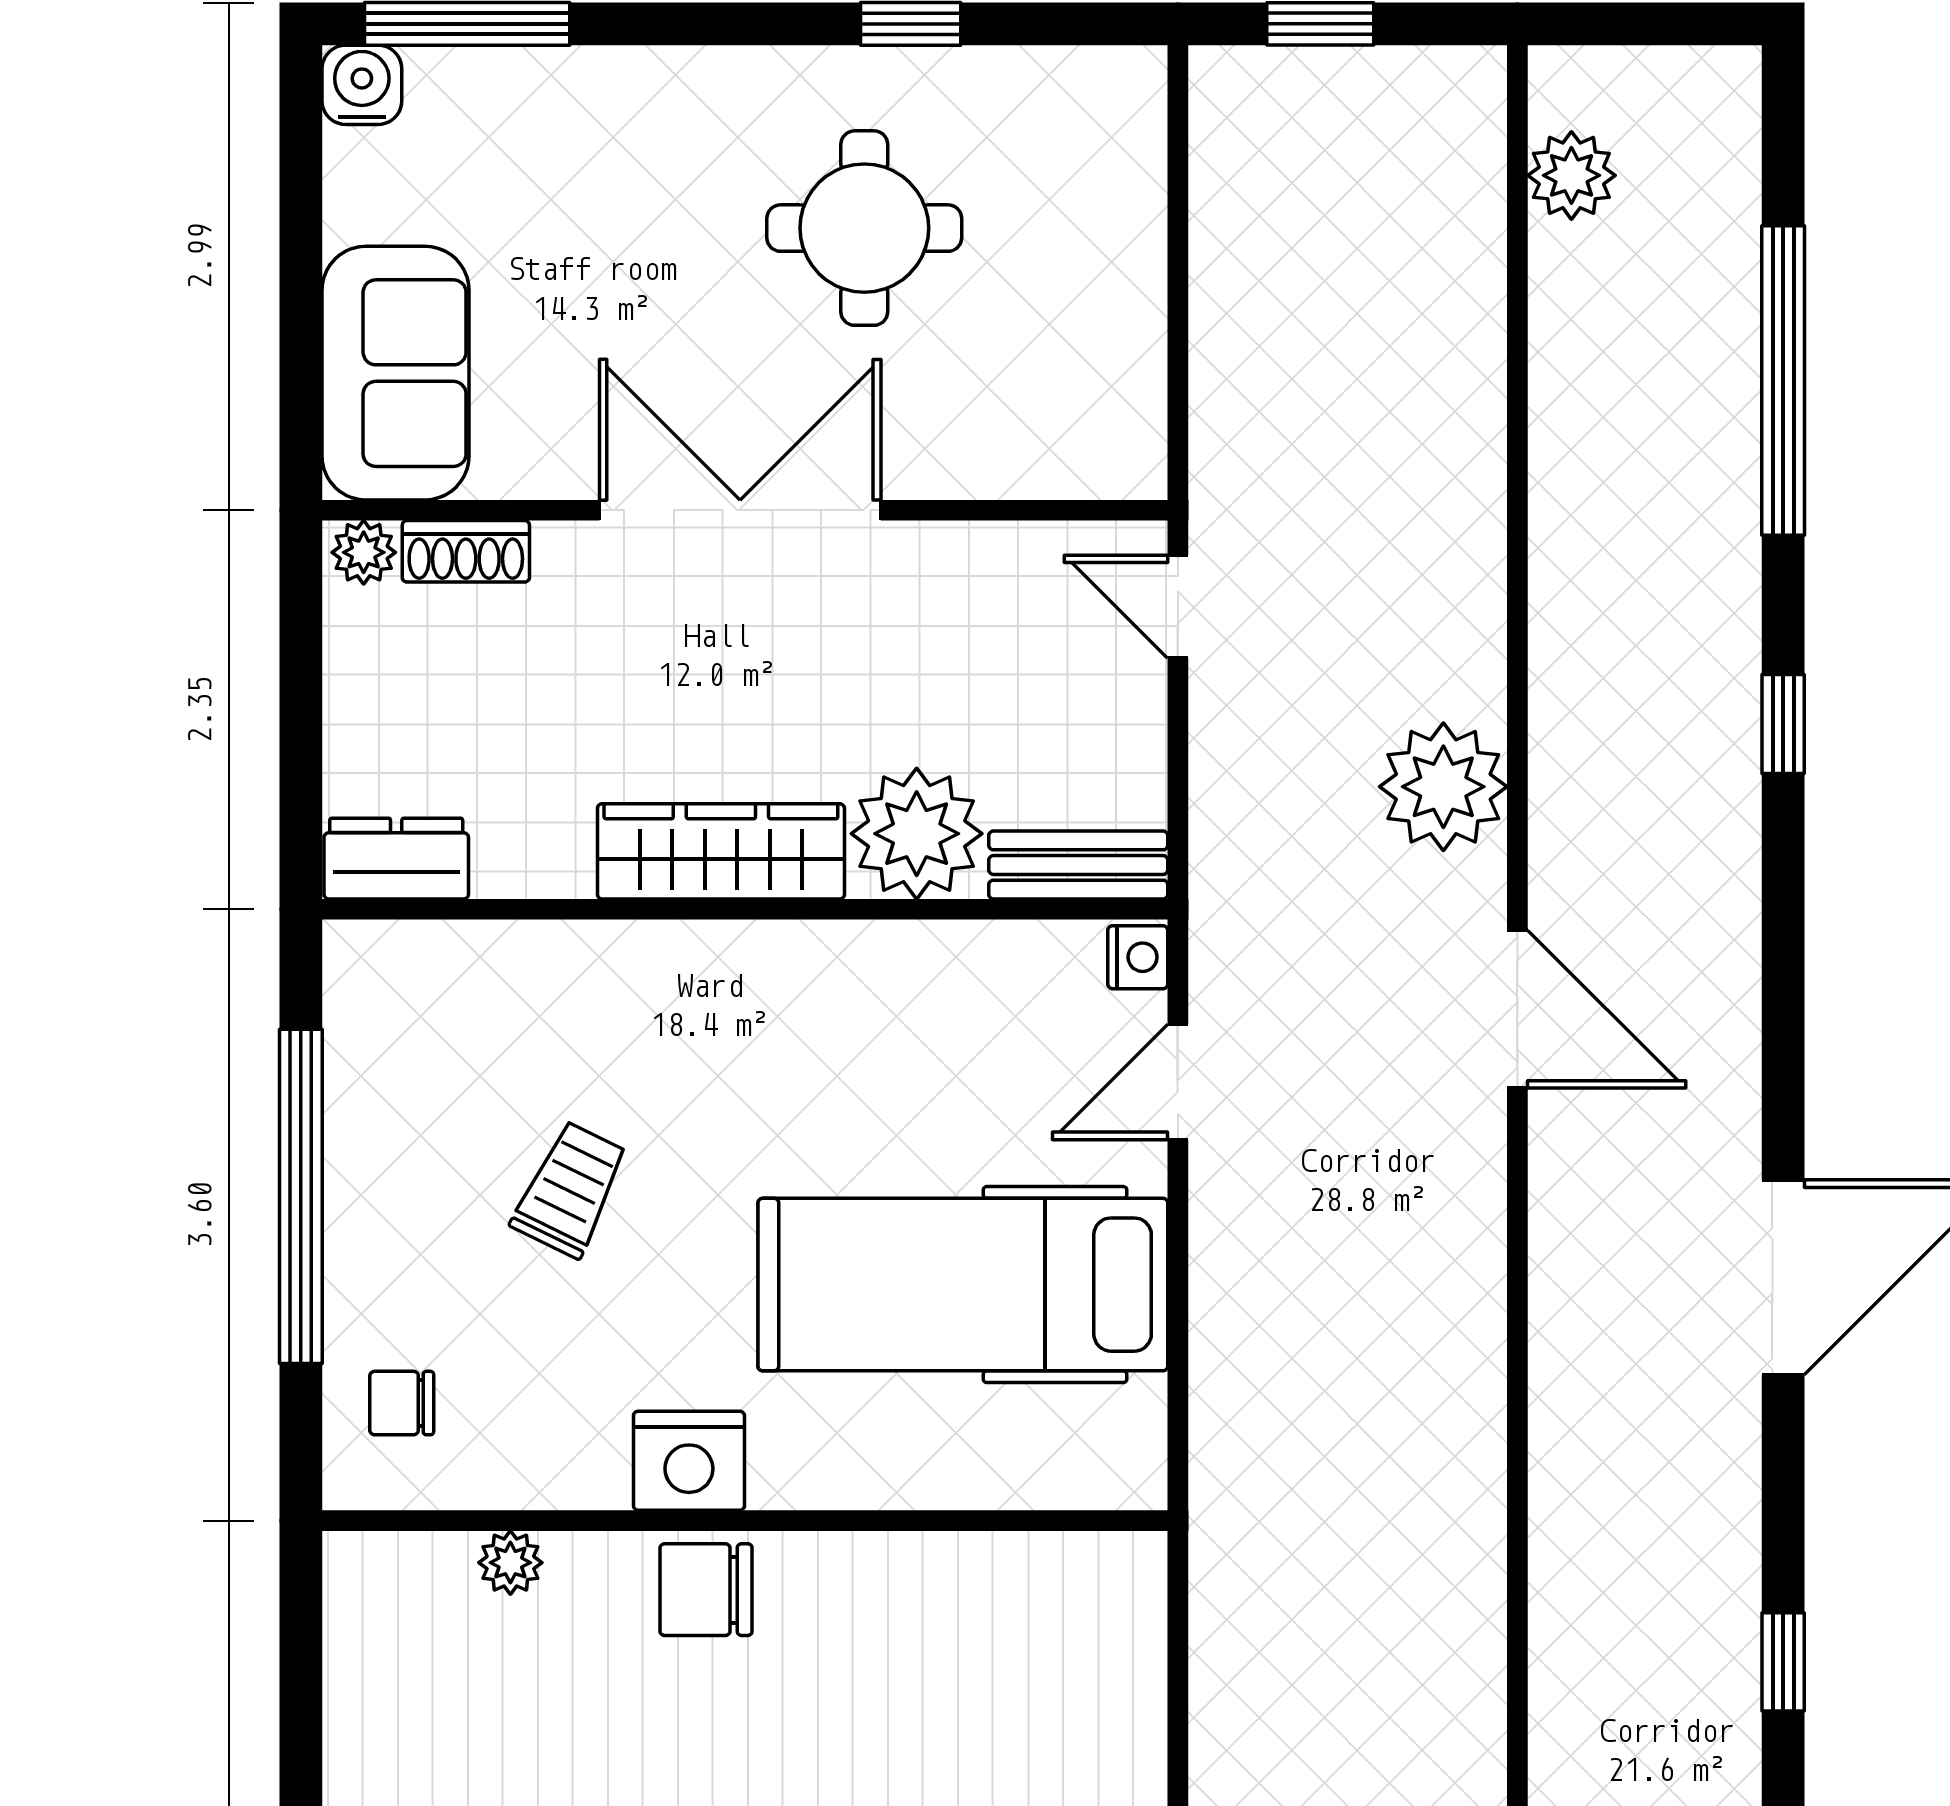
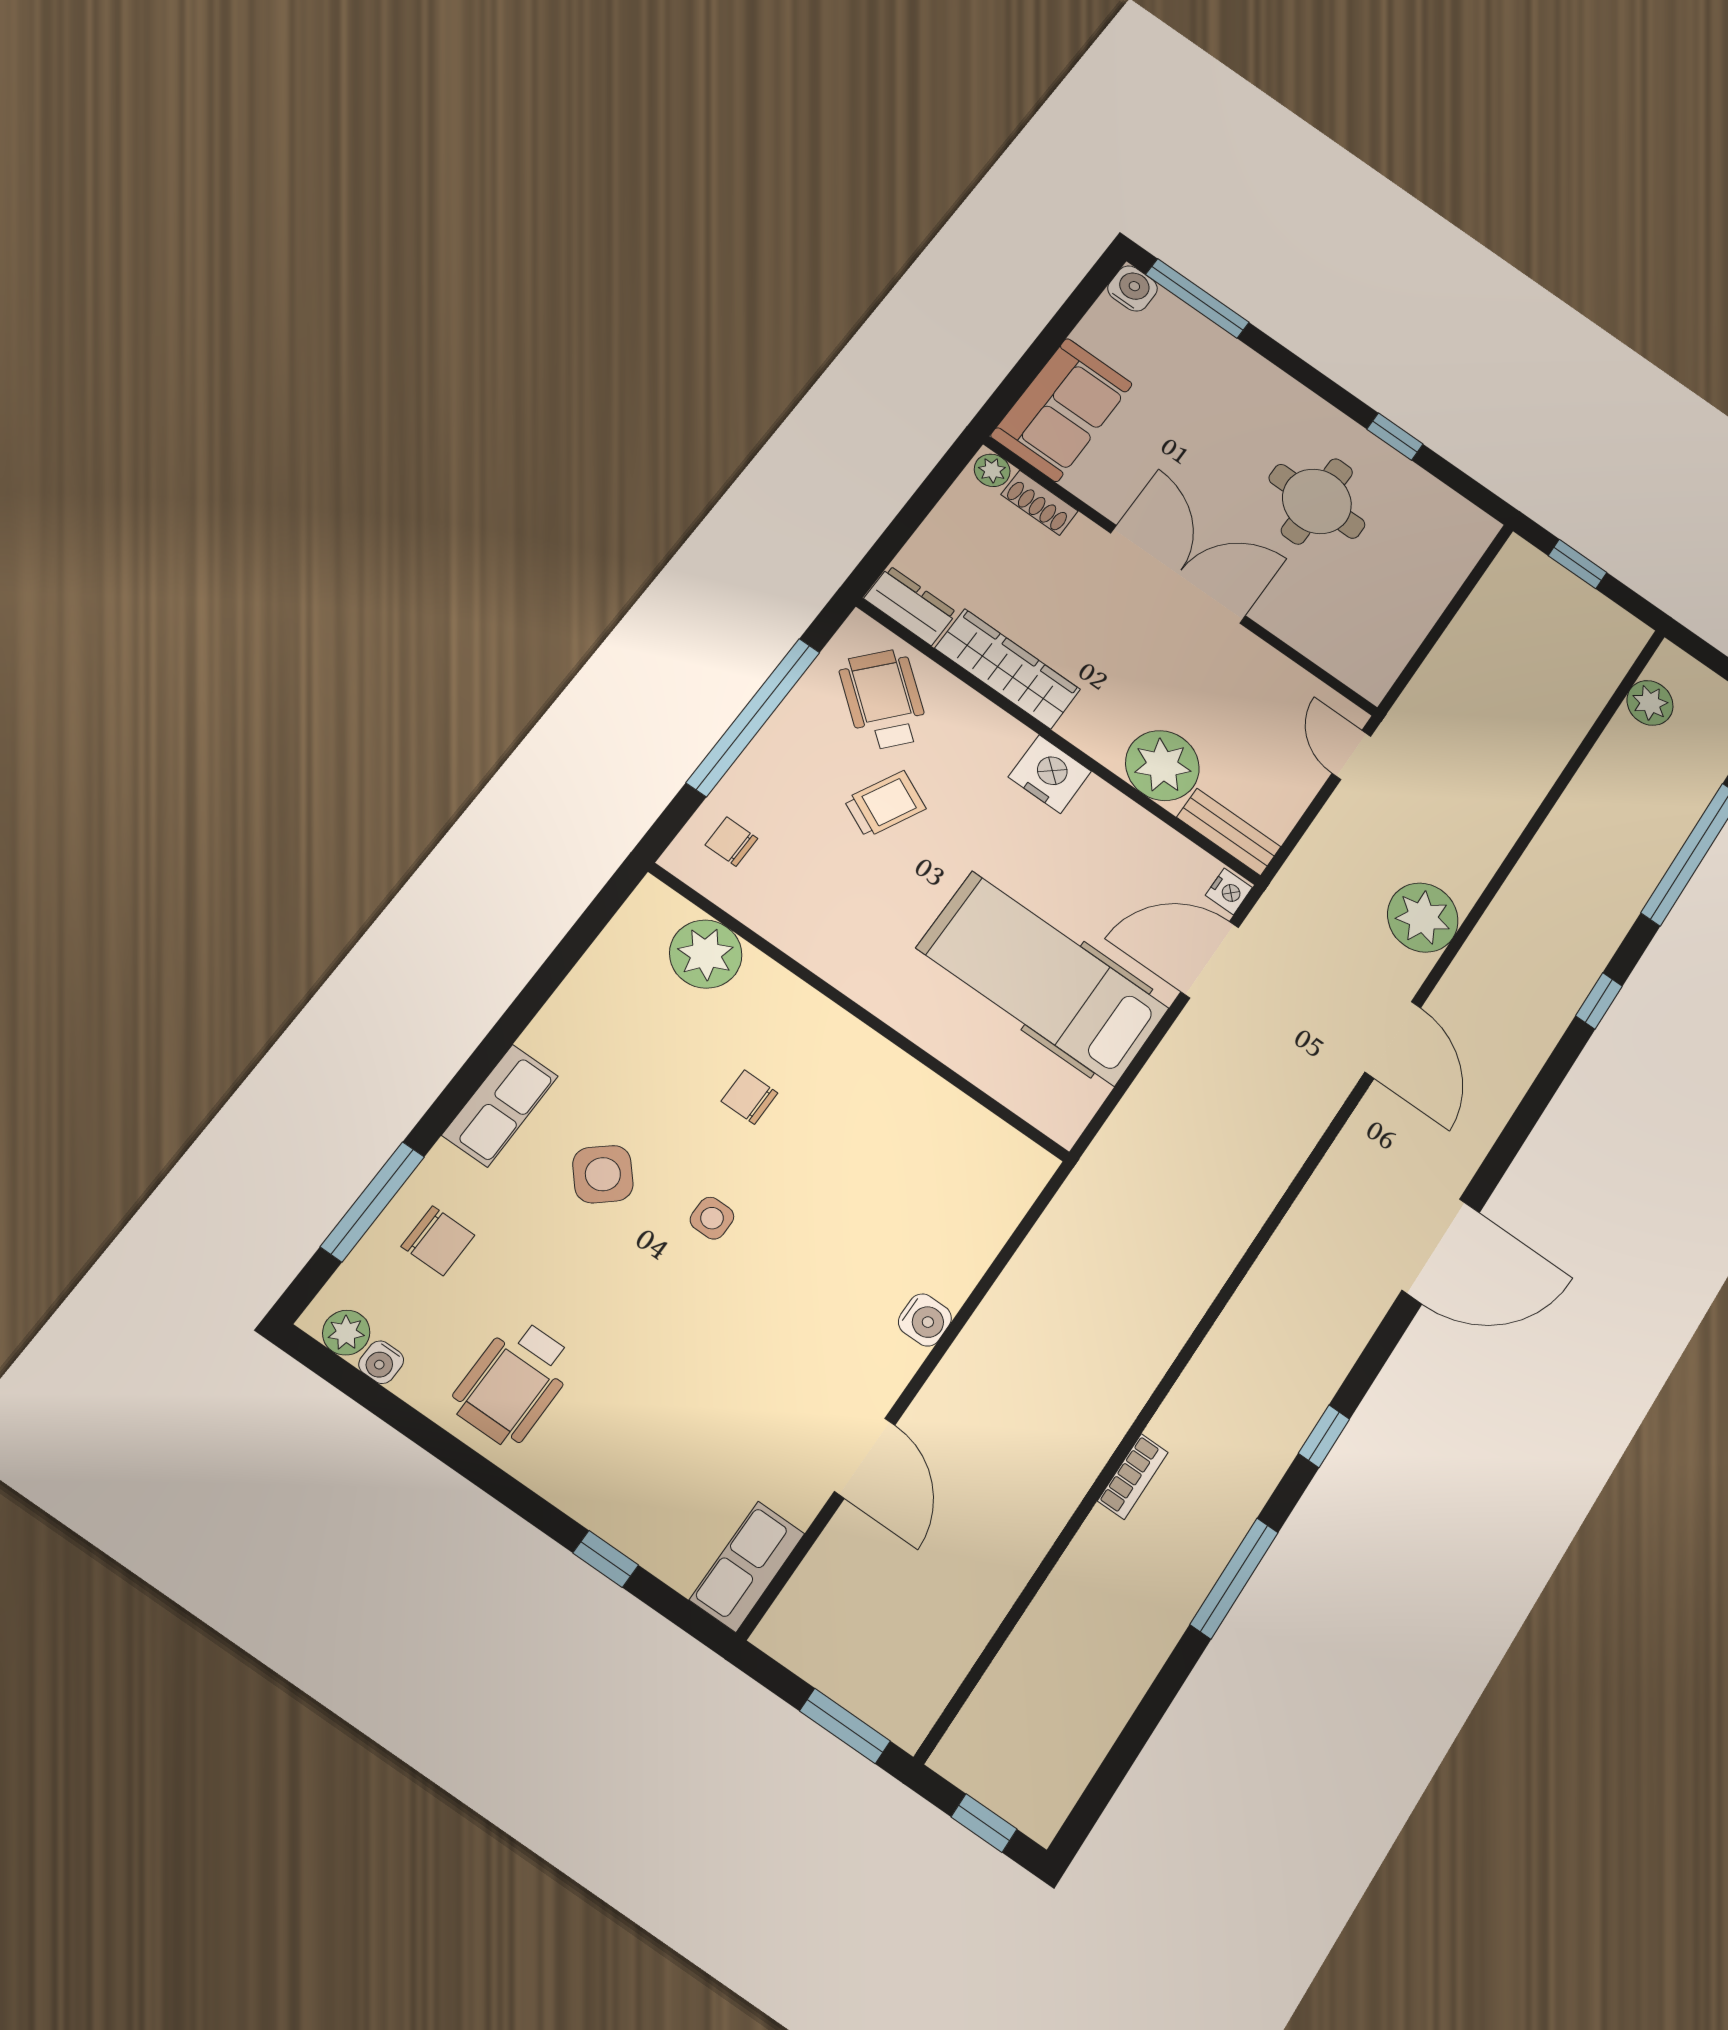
wardrobe: (721, 851) -> (1008, 669), moved
wheelchair: (459, 1033) -> (884, 700), added
door: (1178, 1082) -> (1210, 960), width x1.38
nightstand: (689, 1461) -> (1050, 774), moved, turned 180
plant: (510, 1563) -> (706, 954), width x1.88, depth x1.88
chair: (706, 1590) -> (749, 1097), moved, width x0.73, depth x0.73

